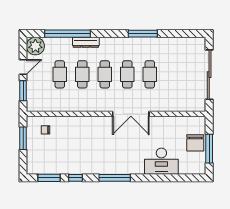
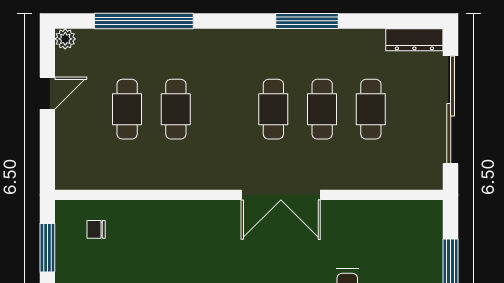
dresser: (86, 42) -> (414, 40), moved
plant: (35, 46) -> (65, 39), width x0.53, depth x0.53
cafe table: (105, 74) -> (371, 109), moved
window: (23, 91) -> (47, 145), removed
chair: (195, 143) -> (420, 258), removed

